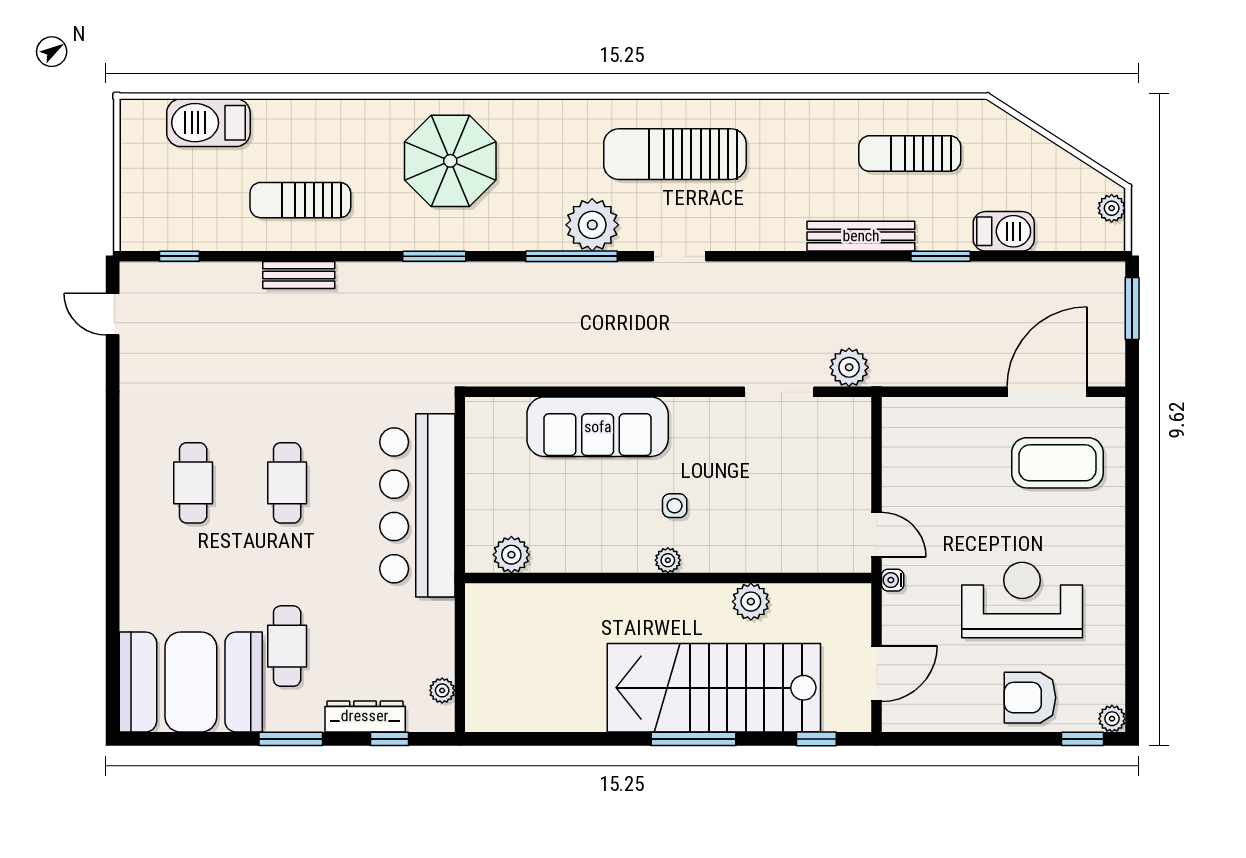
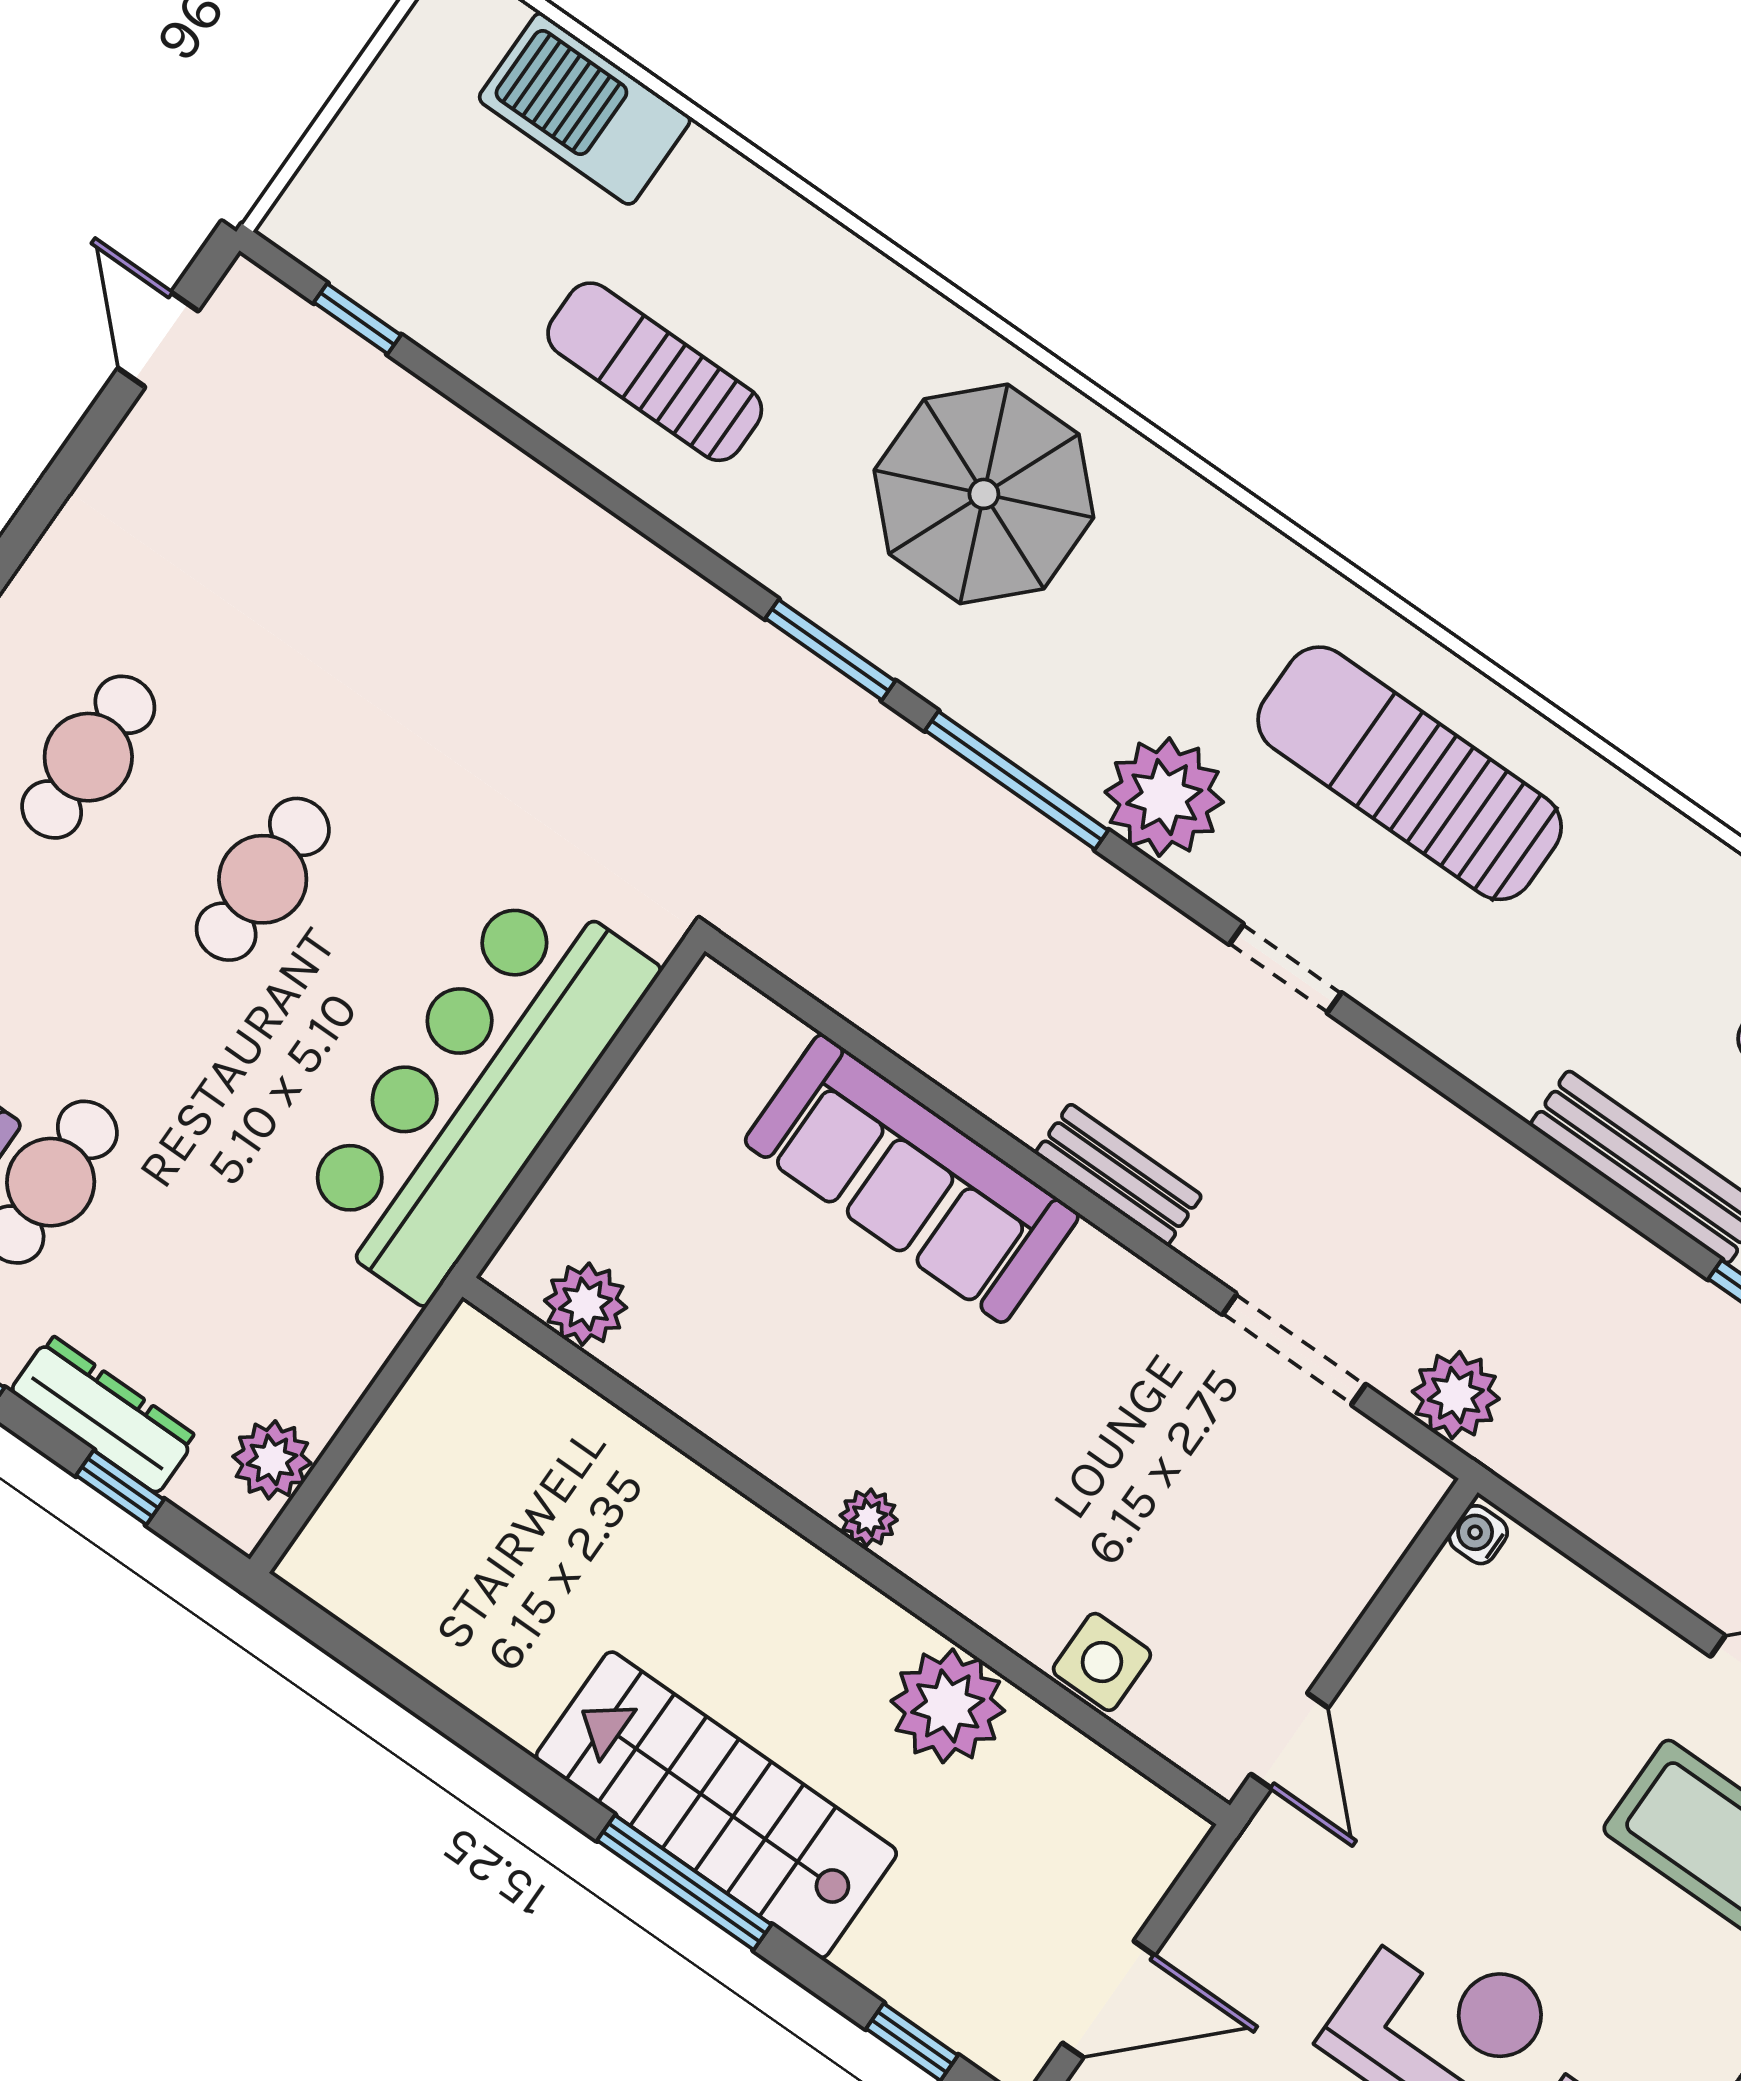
window: (572, 256) -> (1017, 780), moved
bench: (299, 275) -> (1119, 1175), moved
side table: (675, 506) -> (1102, 1662), moved, width x1.37, depth x1.37
water cooler: (893, 580) -> (1478, 1535), moved
plant: (751, 602) -> (948, 1706), width x1.36, depth x1.36
stairs: (714, 688) -> (716, 1805), width x0.73, depth x0.66
plant: (442, 690) -> (272, 1460), width x1.38, depth x1.38

